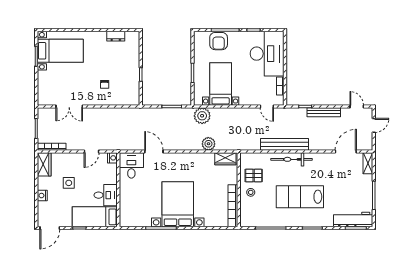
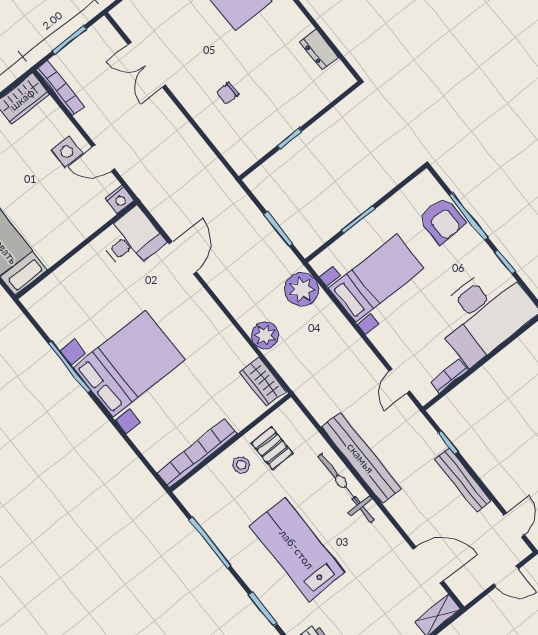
armchair: (219, 41) -> (442, 220), turned -90
side table: (69, 183) -> (67, 152), moved
desk: (106, 195) -> (51, 236), removed

